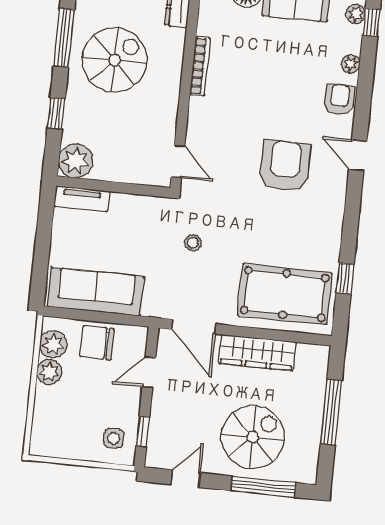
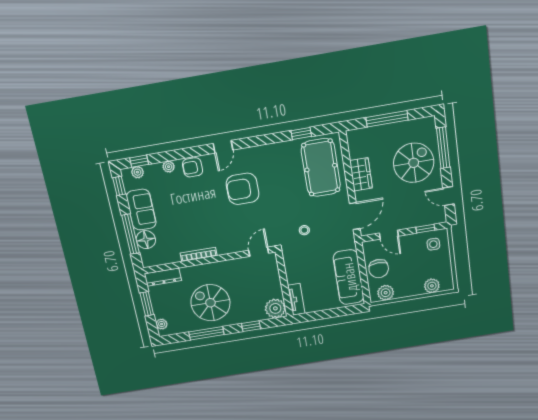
wardrobe: (257, 353) -> (361, 174), width x0.67
plant: (49, 372) -> (432, 286), moved
spiral stairs: (253, 437) -> (414, 163), turned 90

